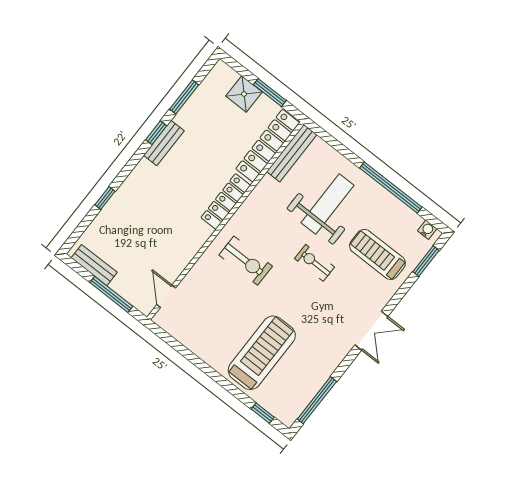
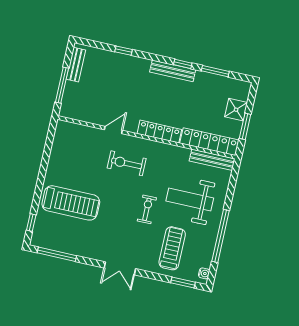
bench: (164, 143) -> (173, 71), width x1.36
weight bench: (328, 204) -> (190, 199), turned 180
exercise bike: (246, 261) -> (127, 163), turned 90
door: (166, 296) -> (113, 130), moved

